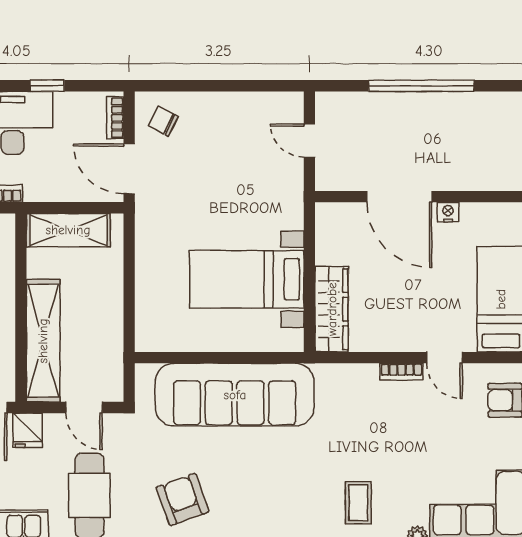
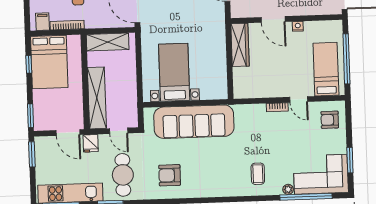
door: (399, 197) -> (273, 19), width x0.73
bed with nightstands: (247, 279) -> (174, 72), moved, turned 90
wardrobe: (332, 309) -> (240, 45), moved
armchair: (183, 500) -> (170, 175), turned -70

